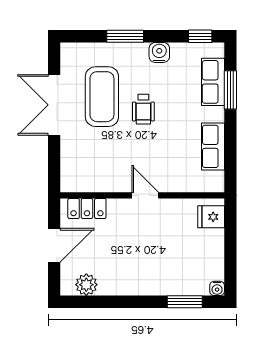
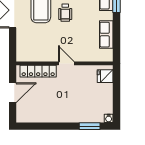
locker: (87, 209) -> (38, 71), width x1.53
plant: (86, 285) -> (32, 116), removed

